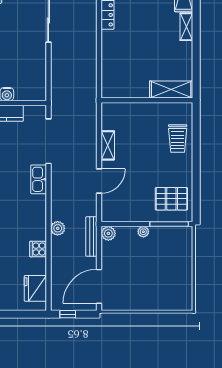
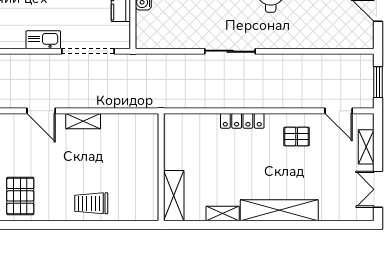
shelving: (171, 90) -> (174, 196), moved
wall: (147, 100) -> (161, 167), moved

